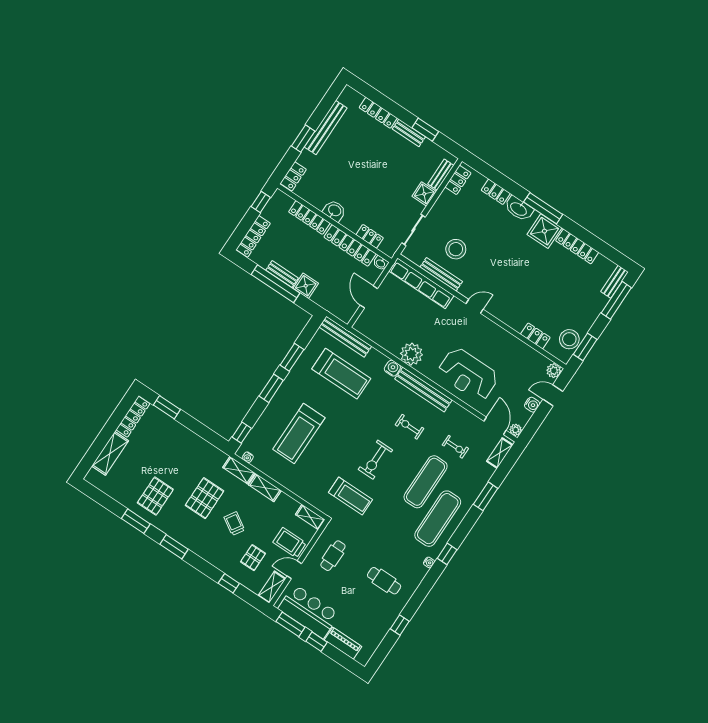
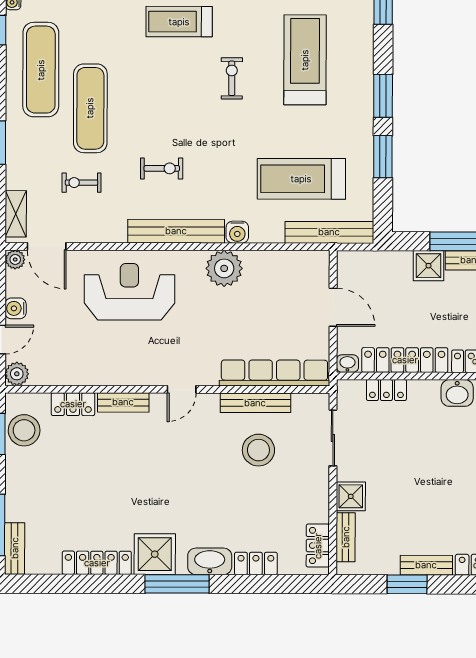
bench: (509, 320) -> (123, 402), added
exercise bike: (375, 460) -> (232, 78), moved, width x0.73, depth x0.72

